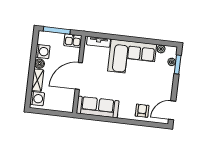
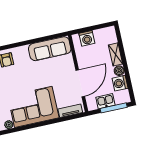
kitchen sink: (73, 41) -> (105, 101), moved
door: (79, 76) -> (80, 83), moved
washing machine: (37, 99) -> (87, 38), moved, turned -90

